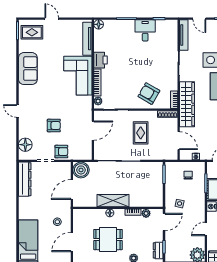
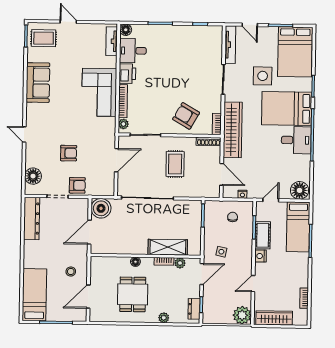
desk: (145, 30) -> (133, 51), moved, turned -90
tv unit: (87, 39) -> (112, 41), width x0.71
shelving: (113, 201) -> (168, 247), moved
dining table: (108, 240) -> (133, 294), turned 90

